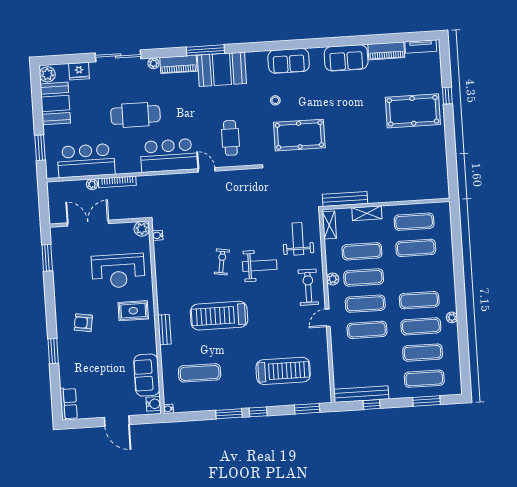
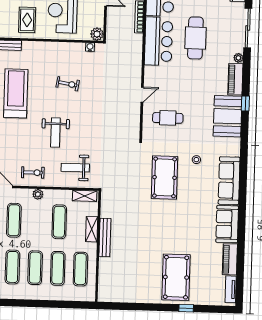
window: (205, 50) -> (245, 104), width x0.46
sofa: (289, 61) -> (229, 181), width x1.36
bar counter: (169, 155) -> (159, 41), moved
bench: (345, 199) -> (105, 237), moved
weight bench: (298, 239) -> (75, 168), turned 180
exercise bike: (222, 262) -> (68, 84), moved
exercise mat: (364, 278) -> (35, 268), moved
exercise bike: (308, 287) -> (33, 172), width x0.73, depth x0.72

